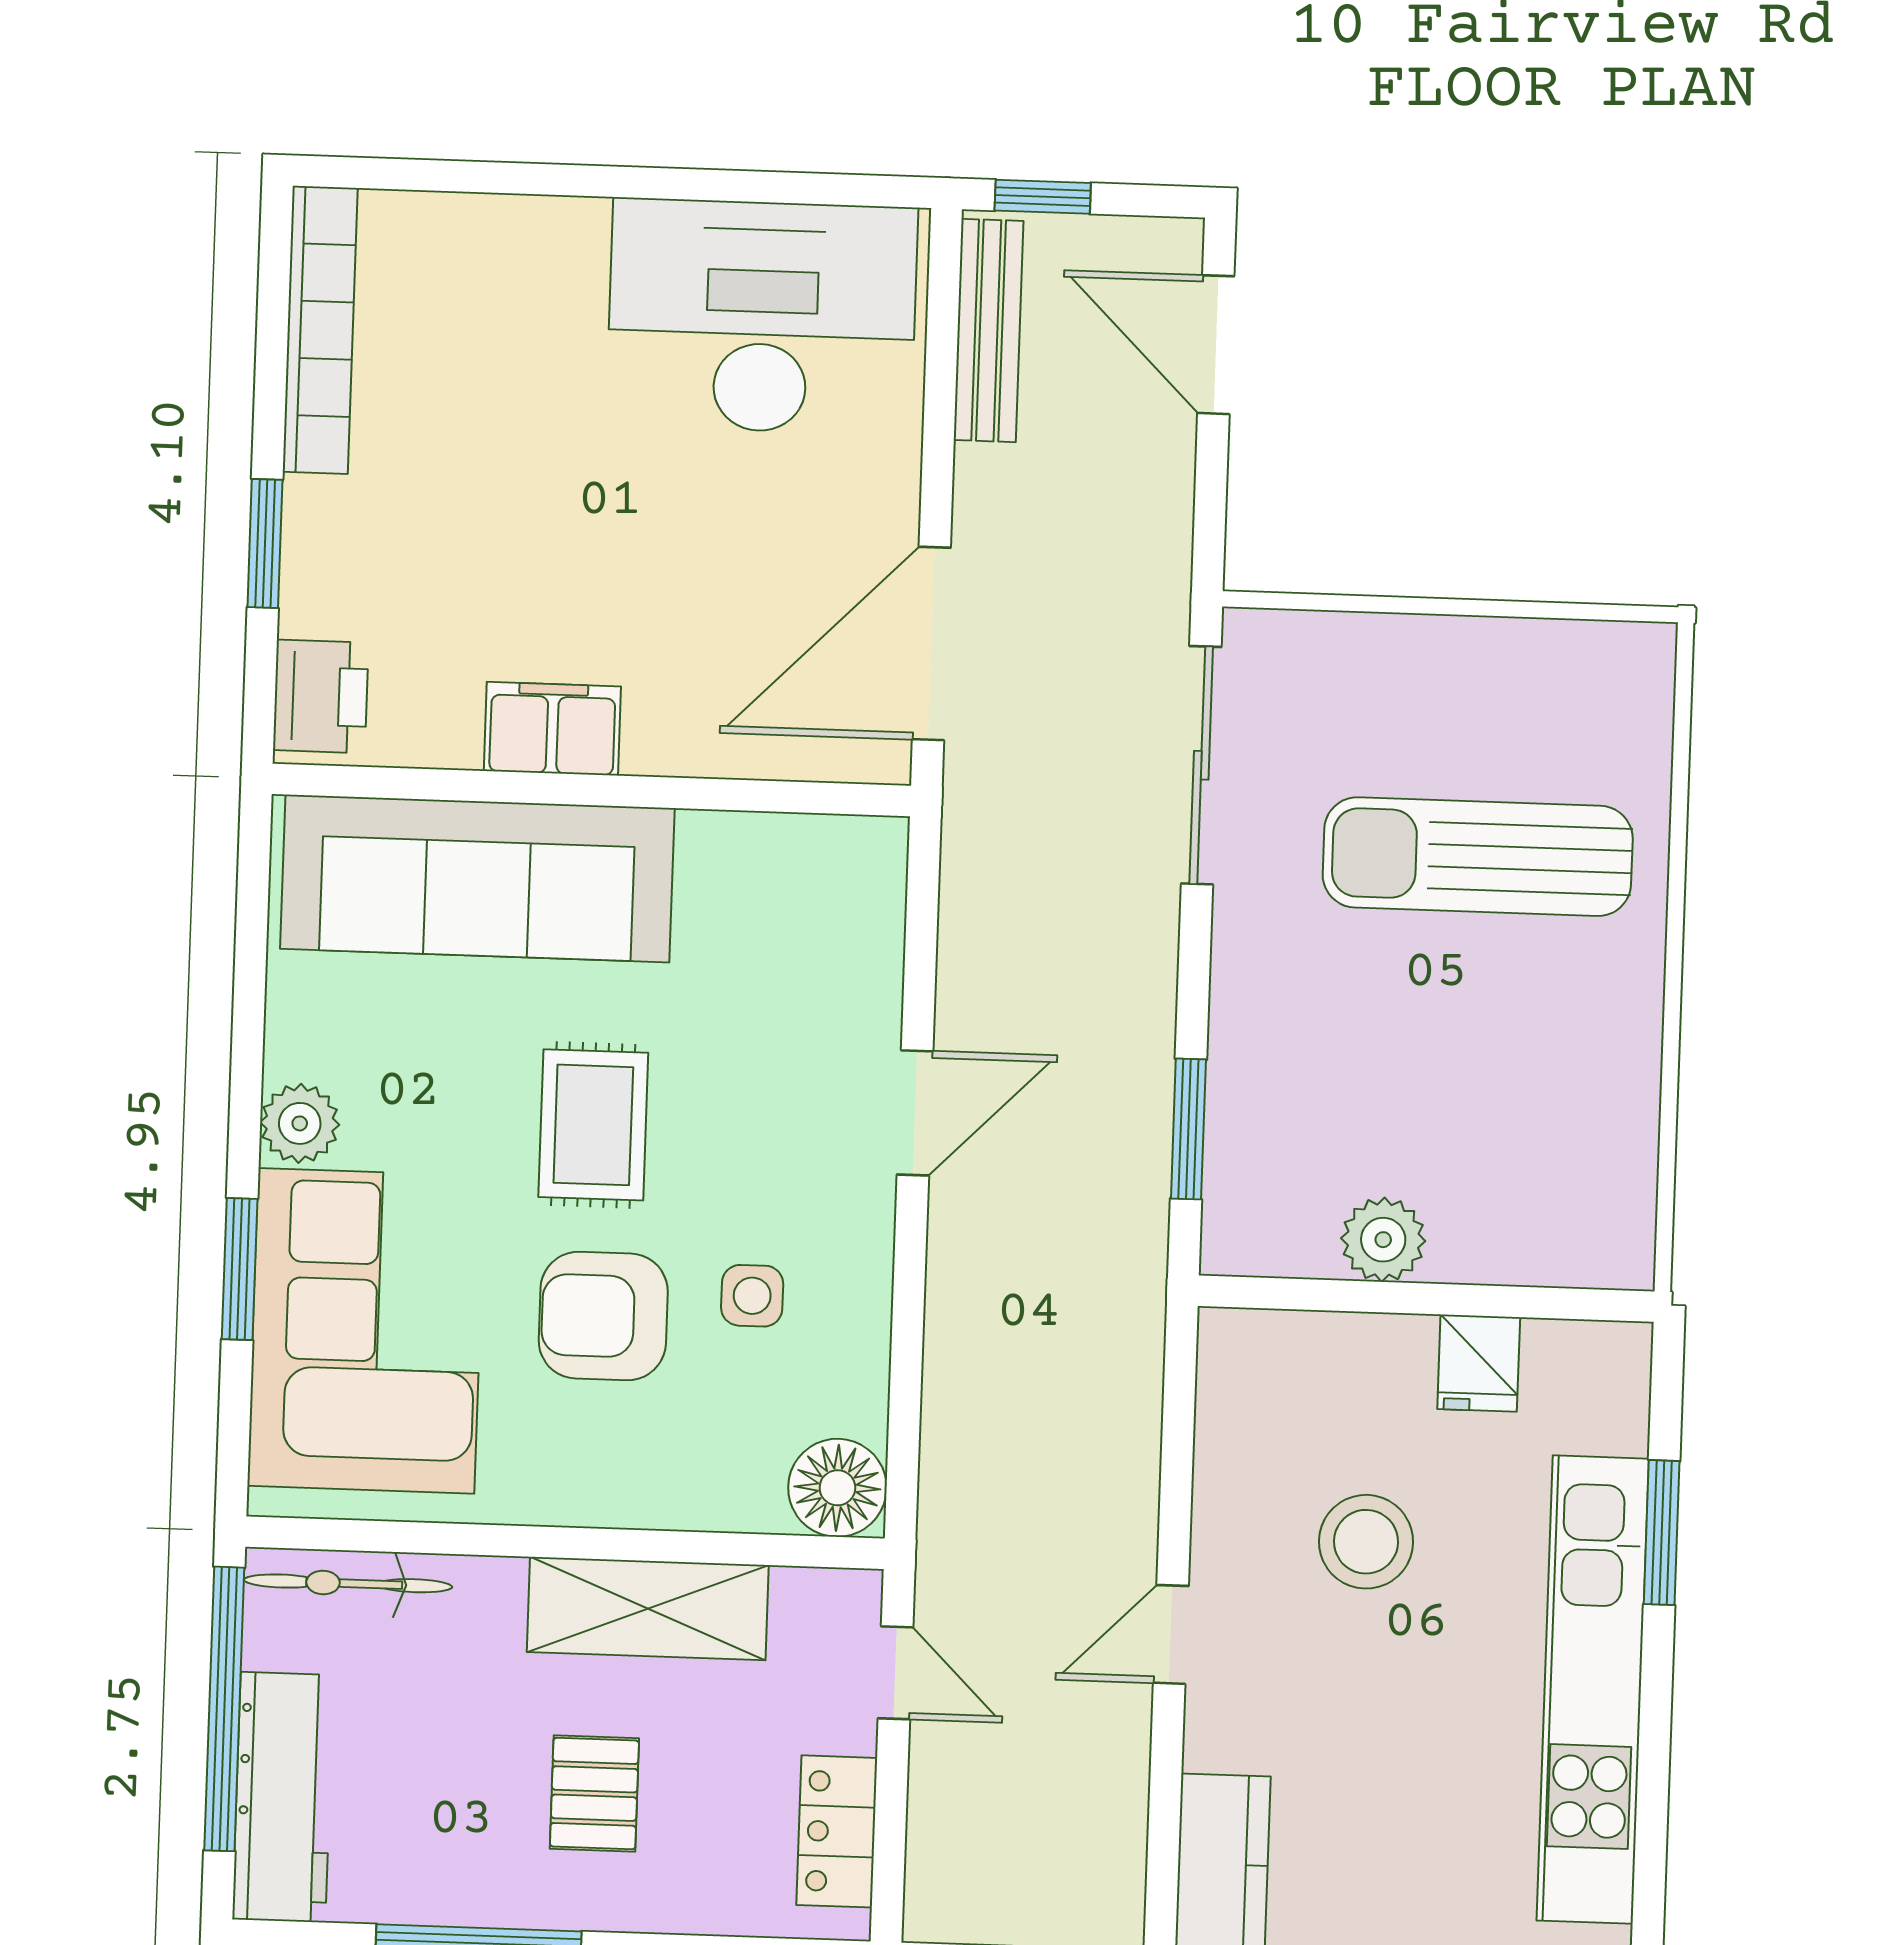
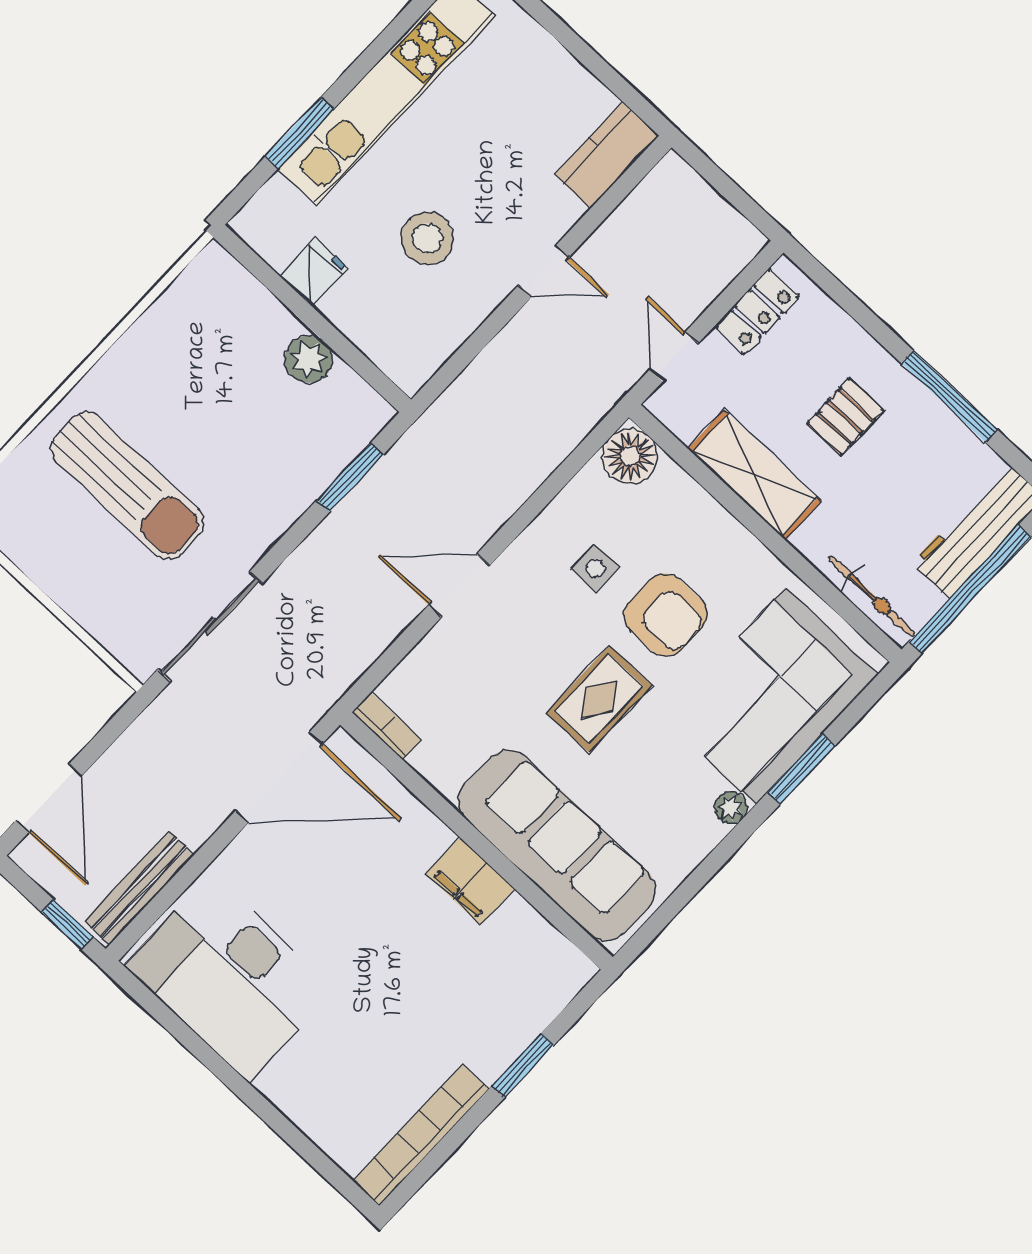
printer: (321, 696) -> (556, 980), removed
bookcase: (847, 839) -> (386, 726), added
plant: (300, 1123) -> (731, 808), width x0.73, depth x0.73

